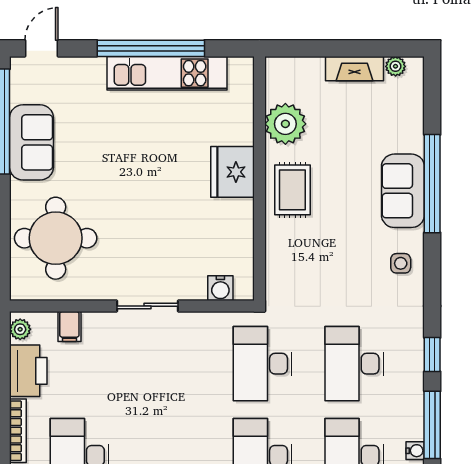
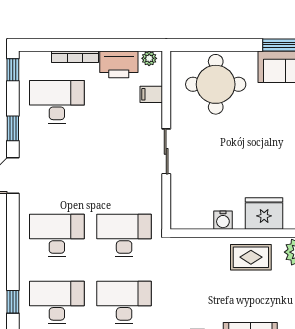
water cooler: (220, 288) -> (223, 220), moved, turned -90

